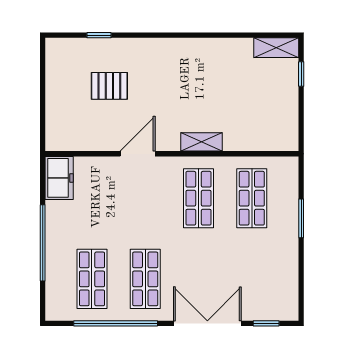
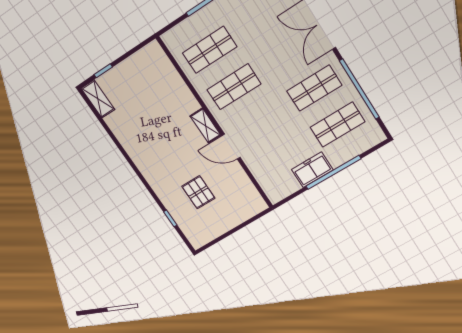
shelving: (201, 142) -> (206, 126), moved
freezer: (59, 178) -> (312, 170), moved

